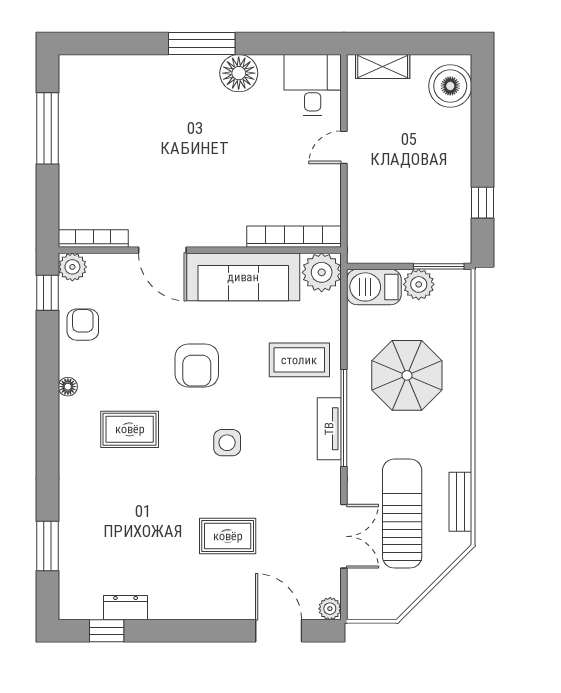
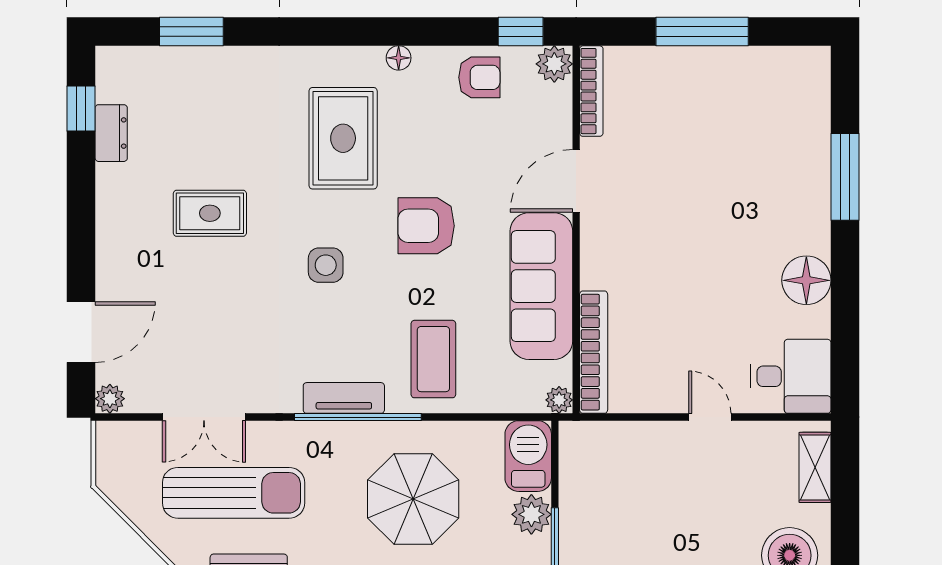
window: (202, 43) -> (845, 177), moved
window: (47, 128) -> (702, 31), moved
plant: (322, 272) -> (559, 400), width x0.53, depth x0.53
rug: (130, 429) -> (343, 138), width x1.36, depth x1.43
rug: (228, 536) -> (210, 213), moved, turned 90

